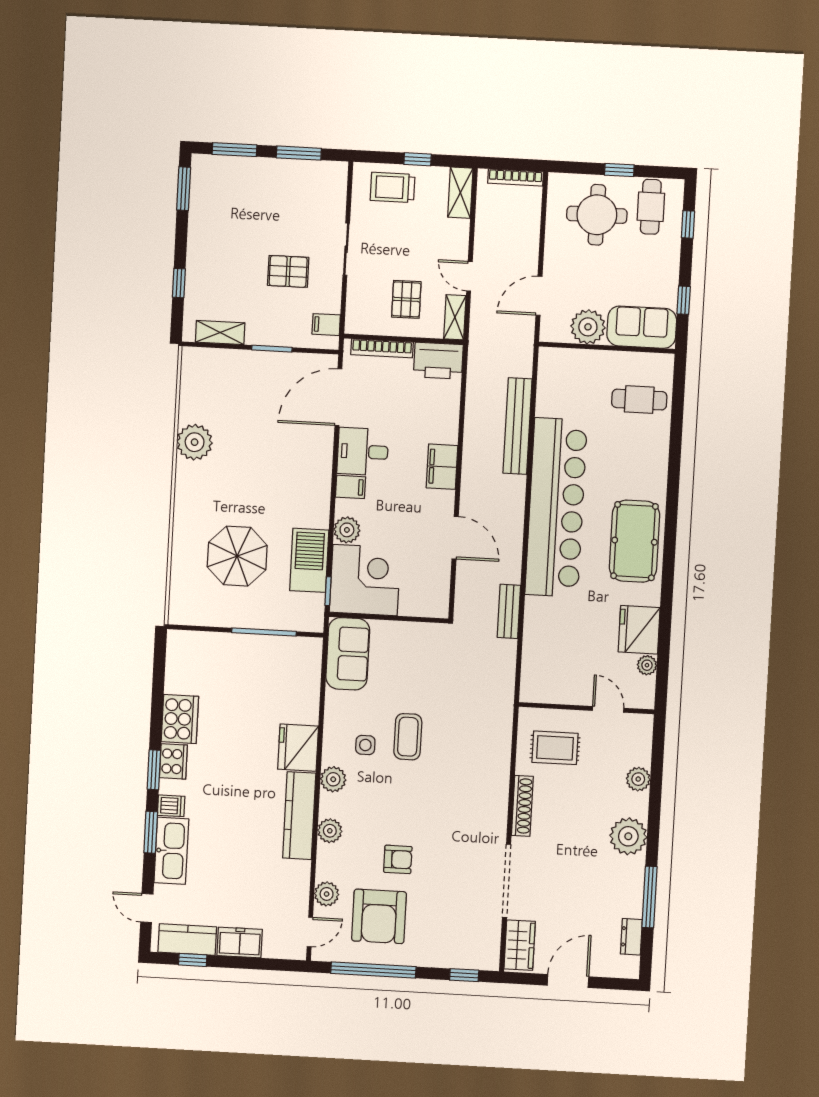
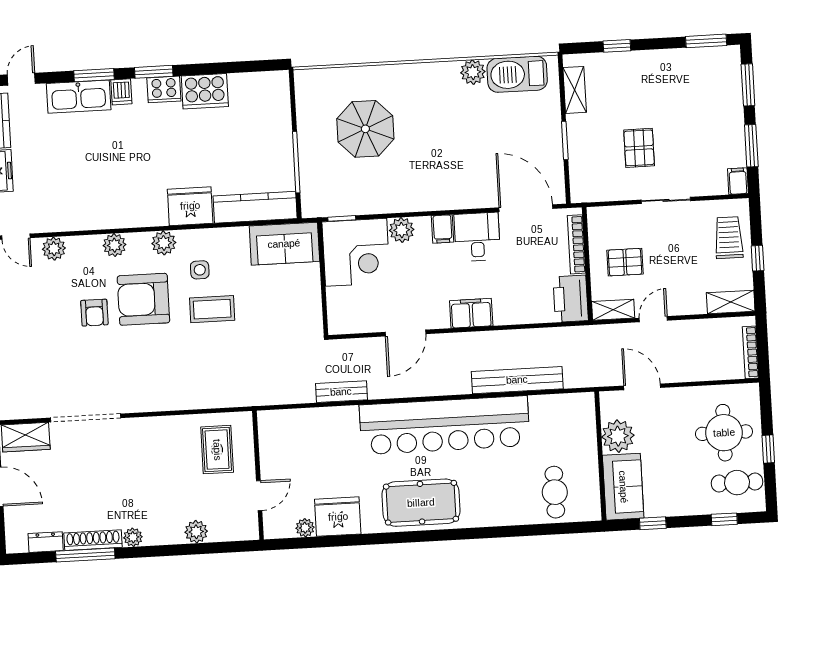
filing cabinet: (326, 325) -> (738, 181), moved
plant: (195, 442) -> (473, 72), width x0.73, depth x0.73
barbecue: (309, 560) -> (517, 74), moved, turned 180
shoe rack: (522, 806) -> (93, 540), moved, turned 180
kitchen counter: (299, 816) -> (255, 207), moved
plant: (628, 836) -> (133, 537), width x0.53, depth x0.53
armchair: (379, 916) -> (143, 299), moved

